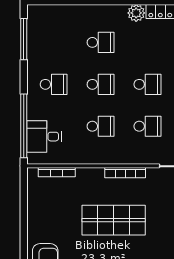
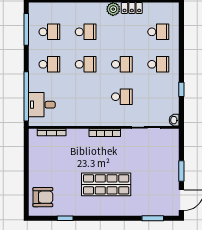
school desk: (101, 126) -> (49, 32), moved
shop shelf: (114, 220) -> (106, 184), moved

